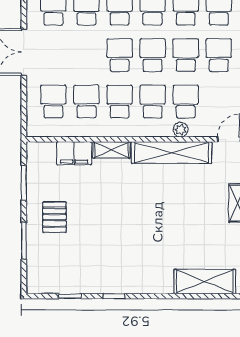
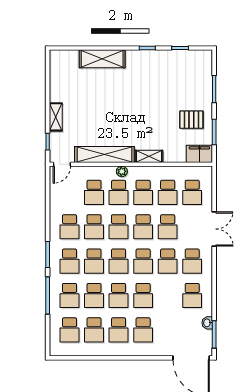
school desk: (86, 55) -> (168, 227), added
plant: (181, 130) -> (122, 171), moved
filing cabinet: (74, 153) -> (199, 154), moved
pallet: (54, 217) -> (191, 120), moved, turned 90
shelving: (205, 281) -> (102, 59), moved

